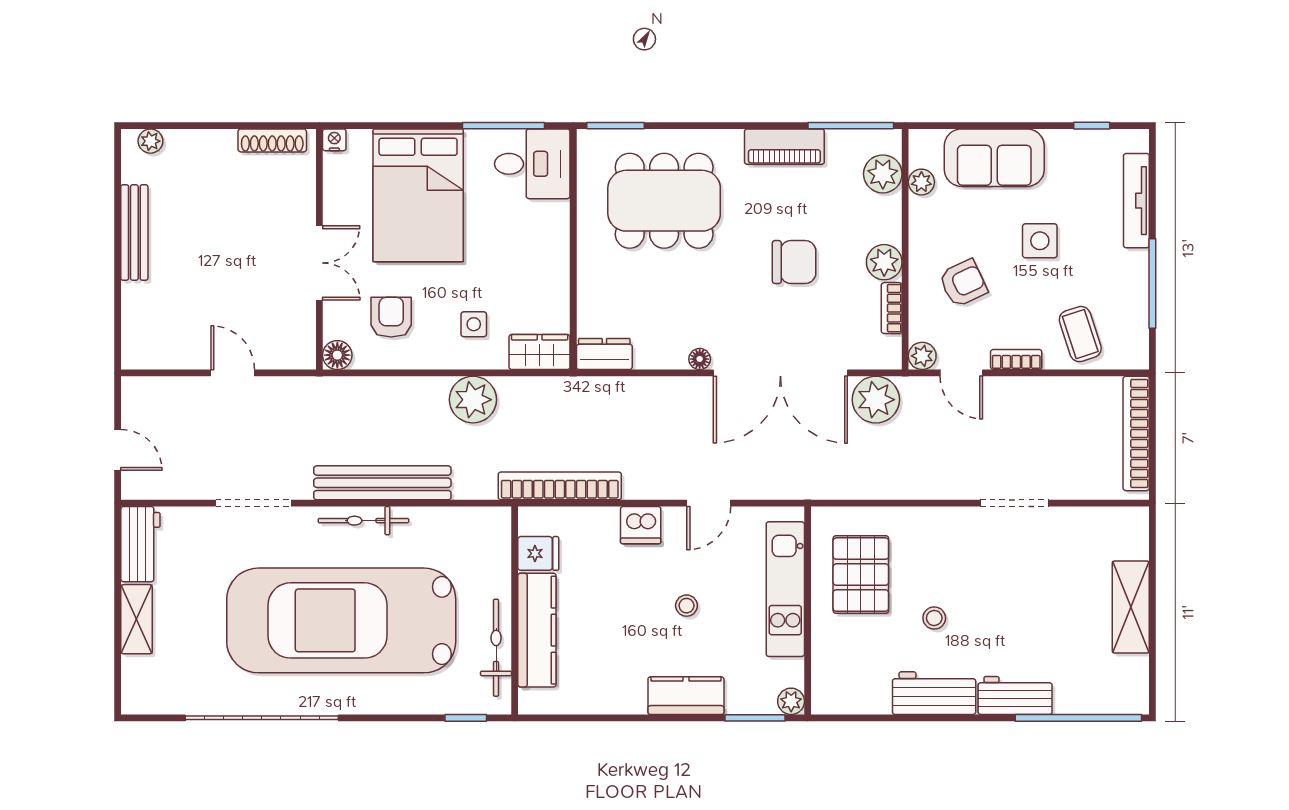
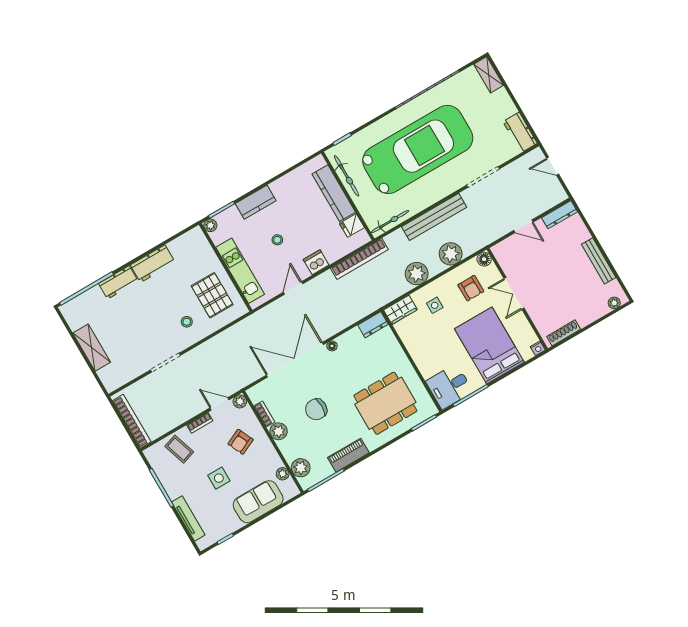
dresser: (156, 356) -> (559, 215), added
plant: (876, 400) -> (451, 254), moved
bicycle: (363, 521) -> (390, 222), moved
stool: (934, 618) -> (187, 322), moved
shelving: (137, 619) -> (489, 75), moved

